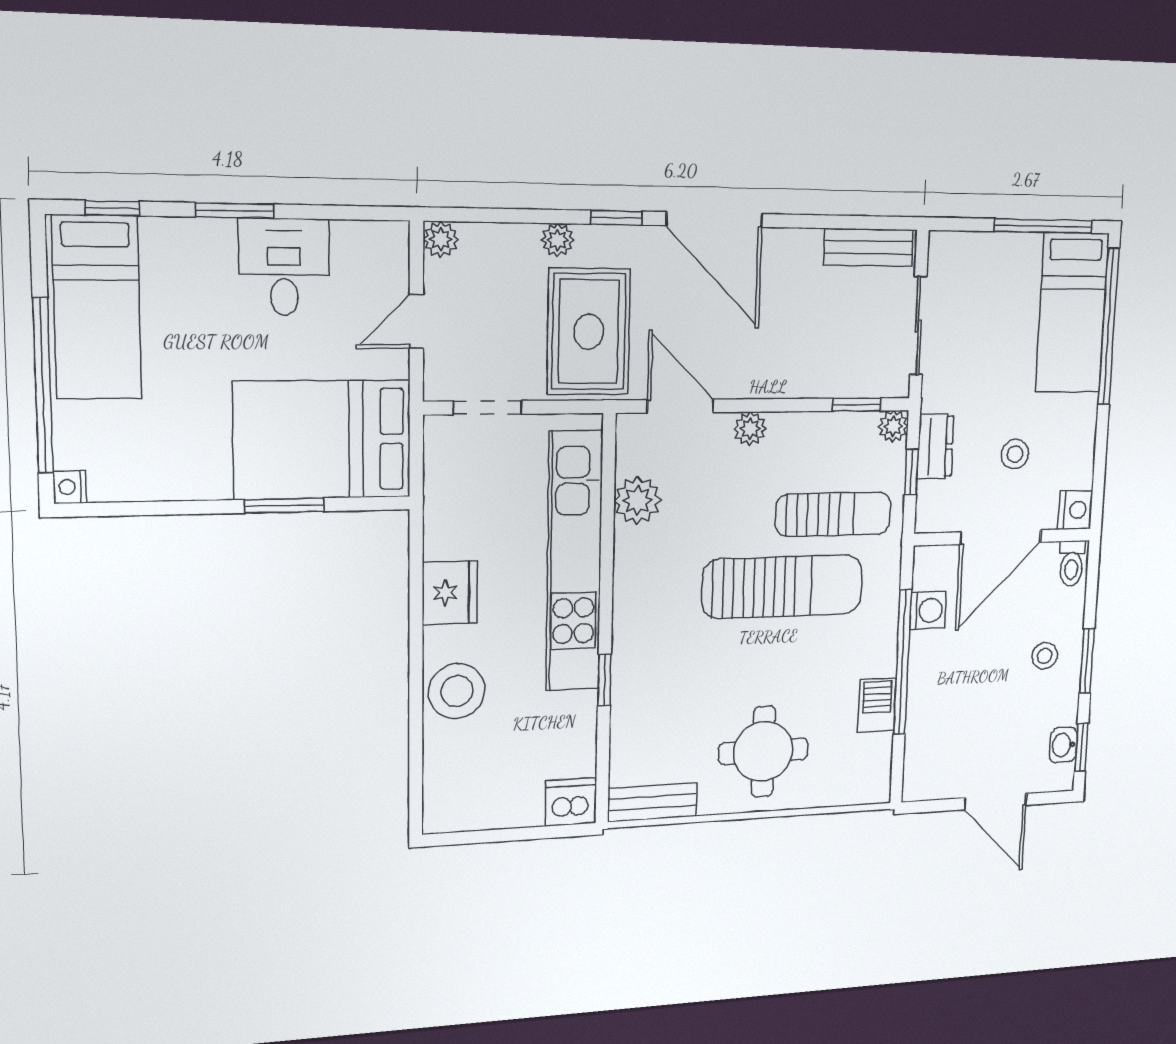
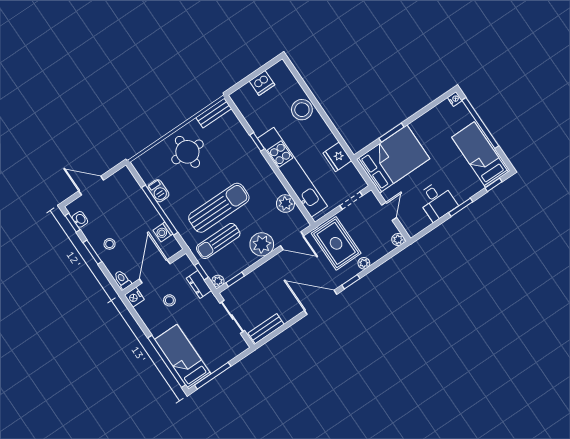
plant: (750, 429) -> (262, 244), width x1.87, depth x1.87
sun lounger: (783, 587) -> (219, 208), turned 180
fridge: (450, 593) -> (337, 157), moved
dishwasher: (571, 802) -> (262, 83), moved

